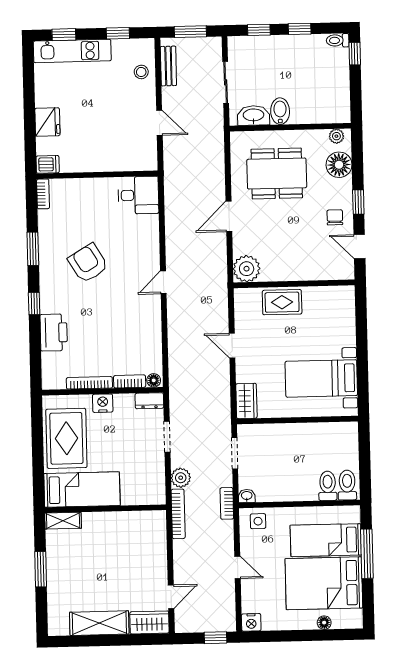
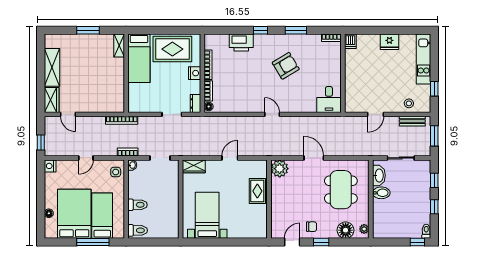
window: (64, 35) -> (434, 54), removed
fridge: (47, 122) -> (389, 42), moved
plant: (181, 478) -> (145, 123), removed
toilet: (328, 486) -> (137, 205), moved

